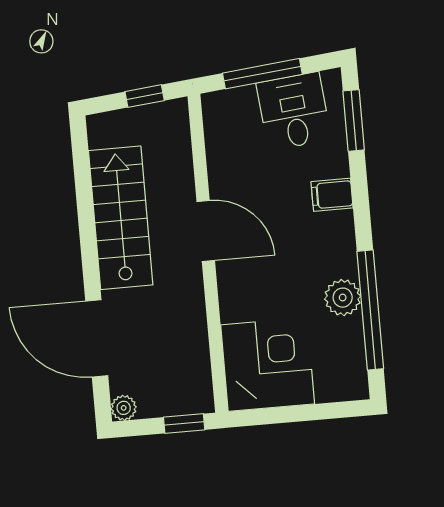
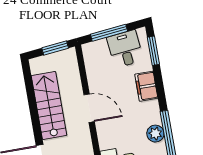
window: (145, 96) -> (55, 48), width x1.50
filing cabinet: (332, 195) -> (146, 86), width x2.00

